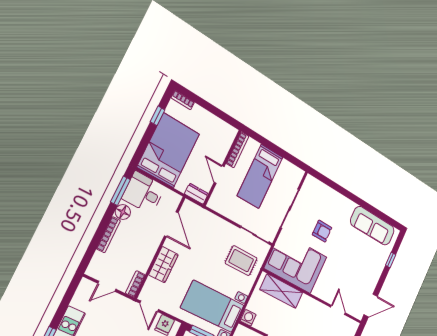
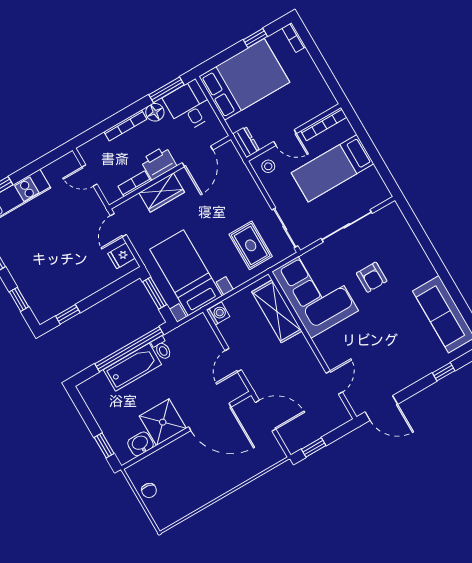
door: (219, 175) -> (285, 137), swing flipped
stool: (220, 201) -> (268, 166), added
printer: (148, 246) -> (159, 163), added
bookcase: (135, 284) -> (134, 184), moved

